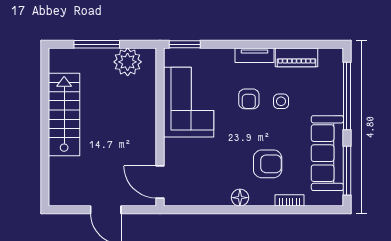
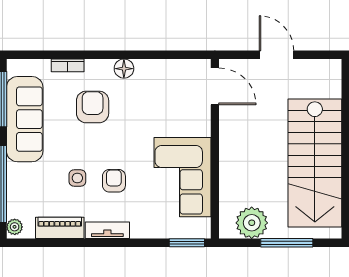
plant: (336, 58) -> (15, 227), added
stairs: (64, 114) -> (315, 163), width x1.36, depth x1.51
armchair: (268, 164) -> (93, 107), turned 90

